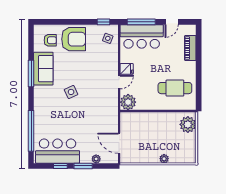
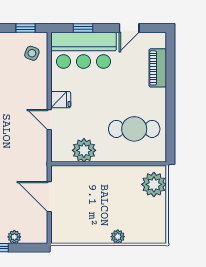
window: (141, 22) -> (83, 28), width x0.46
door: (119, 82) -> (49, 120), swing flipped
plant: (128, 102) -> (84, 150), moved
door: (119, 143) -> (49, 197), moved

